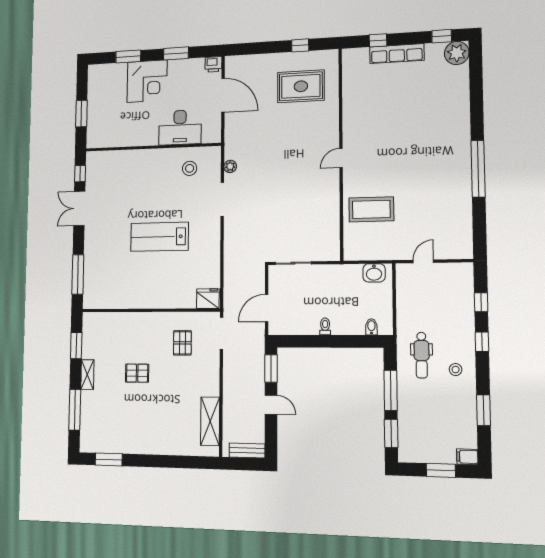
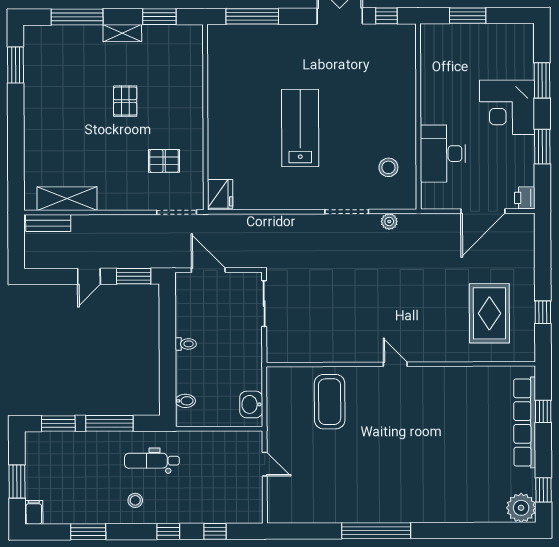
row of seats: (397, 54) -> (525, 422), width x1.36
bench: (247, 451) -> (48, 223), moved, turned 90

